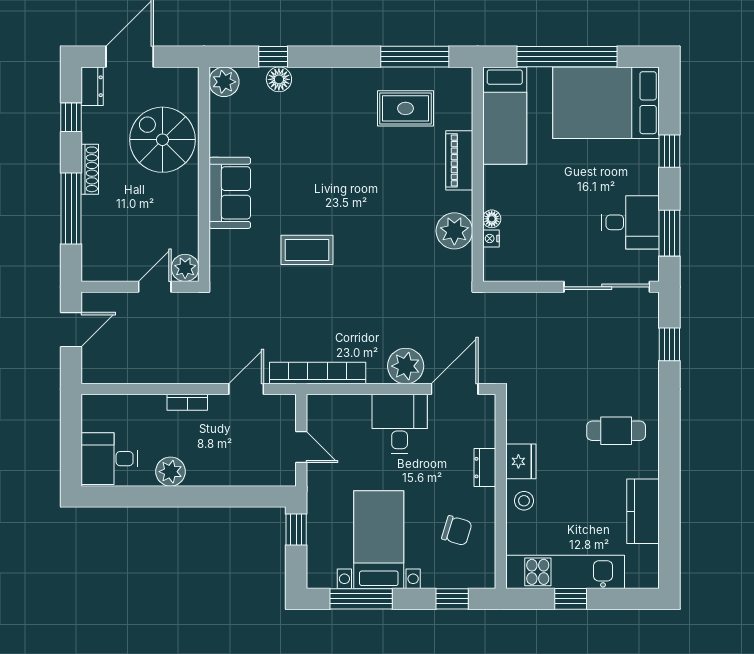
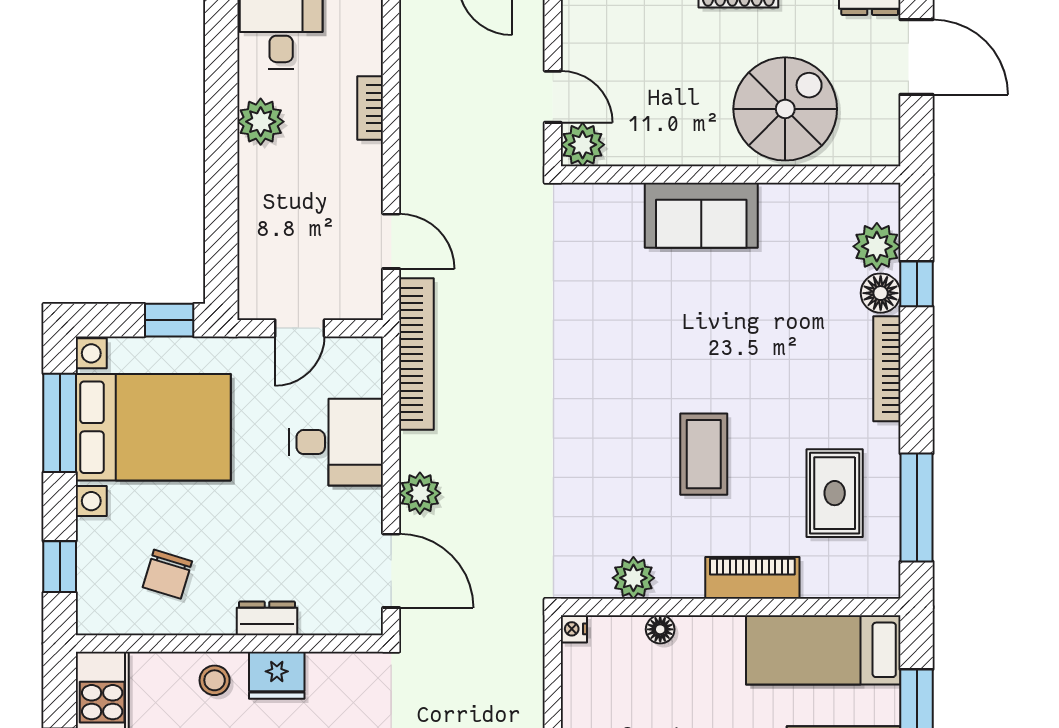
bookcase: (327, 75) -> (887, 369), added
plant: (224, 82) -> (877, 246), moved
plant: (454, 231) -> (633, 578), width x0.73, depth x0.73
nightstand: (491, 239) -> (574, 629), moved, turned -90
coffee table: (307, 250) -> (704, 454), moved
plant: (406, 366) -> (420, 493), width x0.73, depth x0.73
bookcase: (187, 402) -> (370, 108), moved
desk: (400, 424) -> (336, 442), moved
bed with nightstands: (379, 540) -> (153, 427), width x1.36

